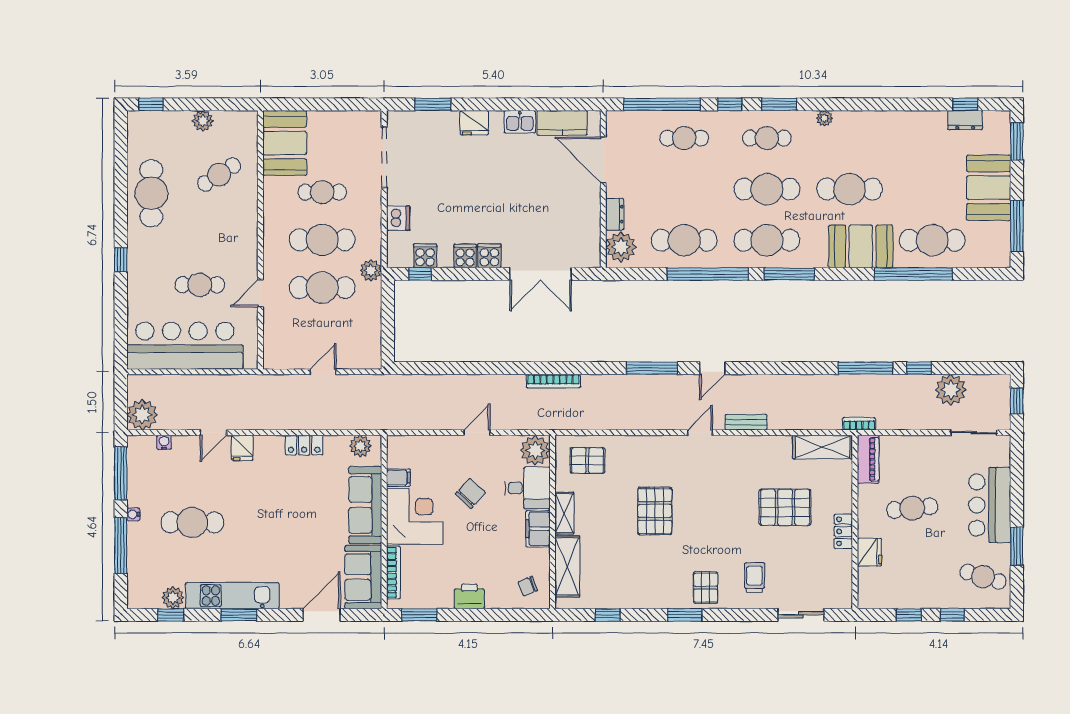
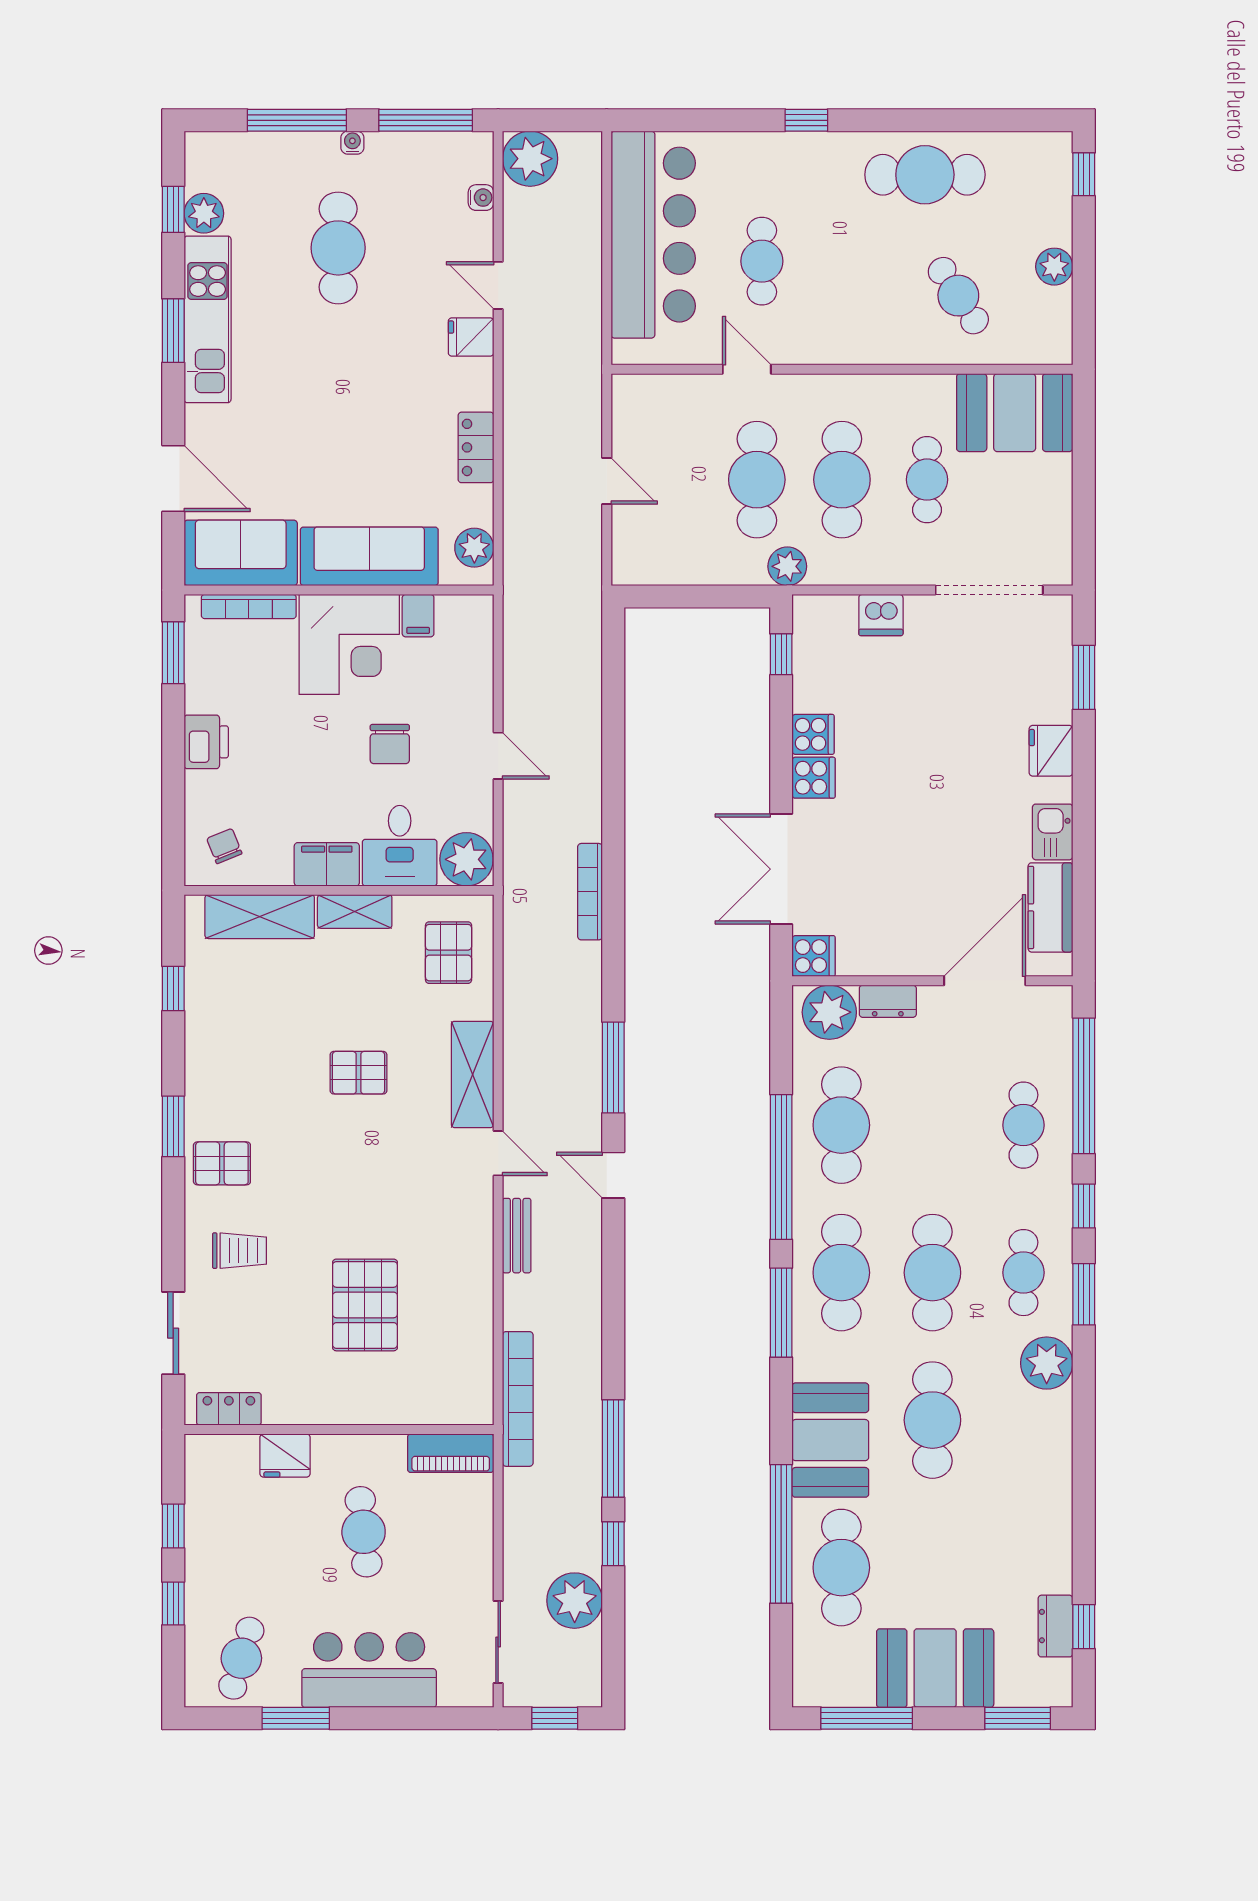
plant: (824, 118) -> (1047, 1363), width x1.88, depth x1.88
cooker: (425, 256) -> (814, 956), moved
bookcase: (859, 424) -> (518, 1399), width x2.31, depth x1.31
shelving: (823, 447) -> (473, 1074), moved
chair: (470, 493) -> (390, 744), turned 47
pallet: (655, 511) -> (358, 1073), width x0.67, depth x0.71
locker: (843, 531) -> (229, 1409), moved

